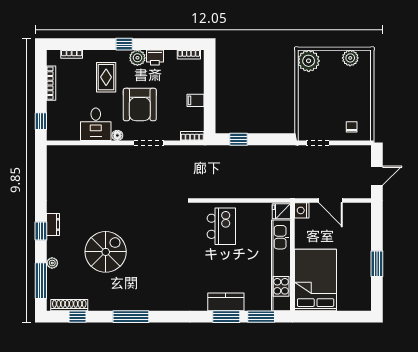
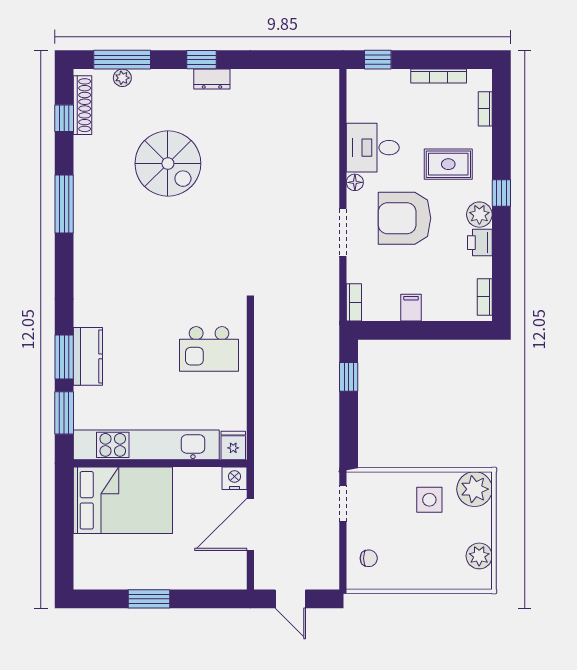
side table: (315, 89) -> (429, 500), added
door: (331, 201) -> (250, 524), width x1.36
plant: (52, 263) -> (122, 78), moved

